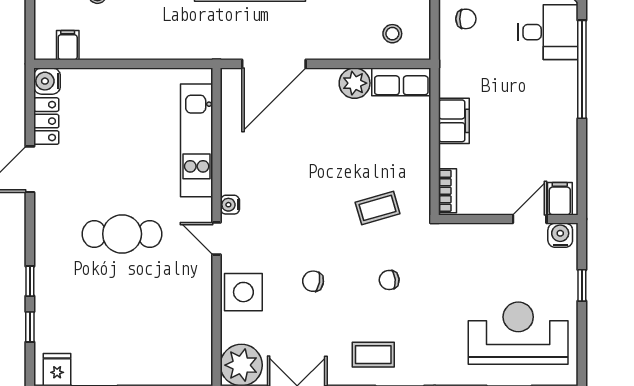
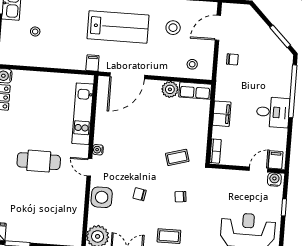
desk: (548, 32) -> (273, 112), moved
filing cabinet: (68, 45) -> (92, 63), moved

